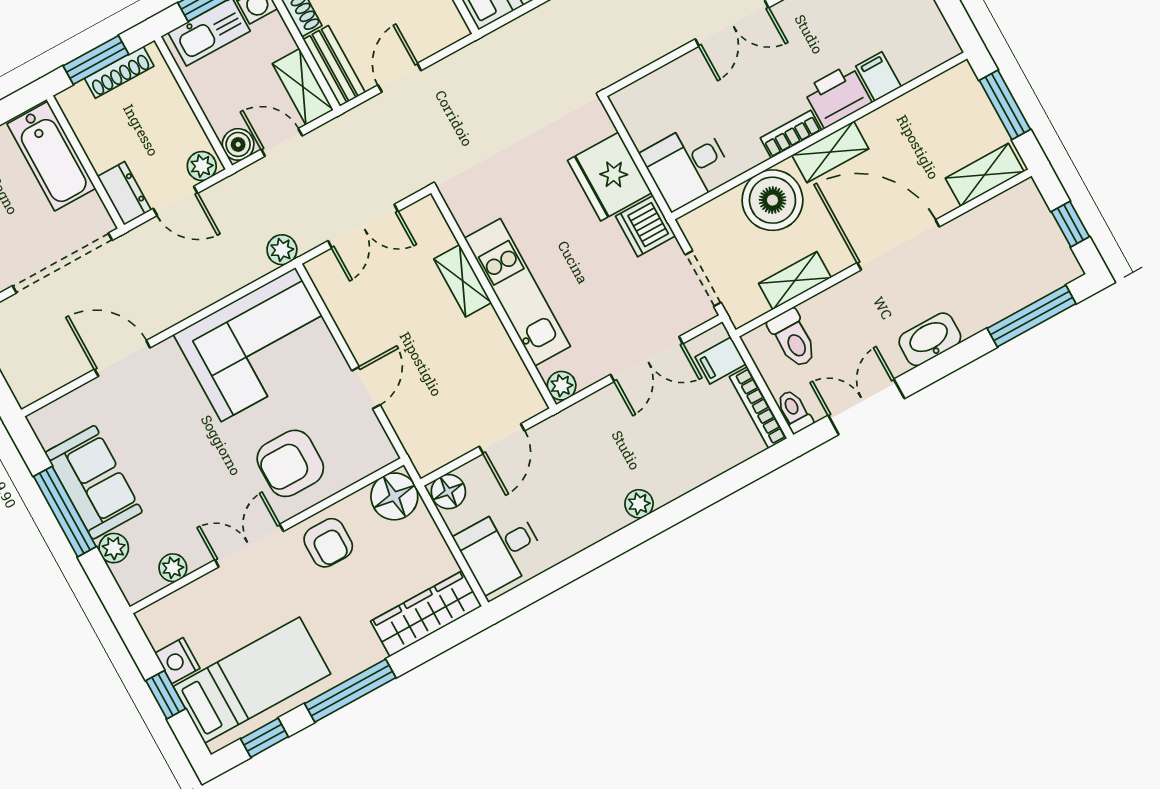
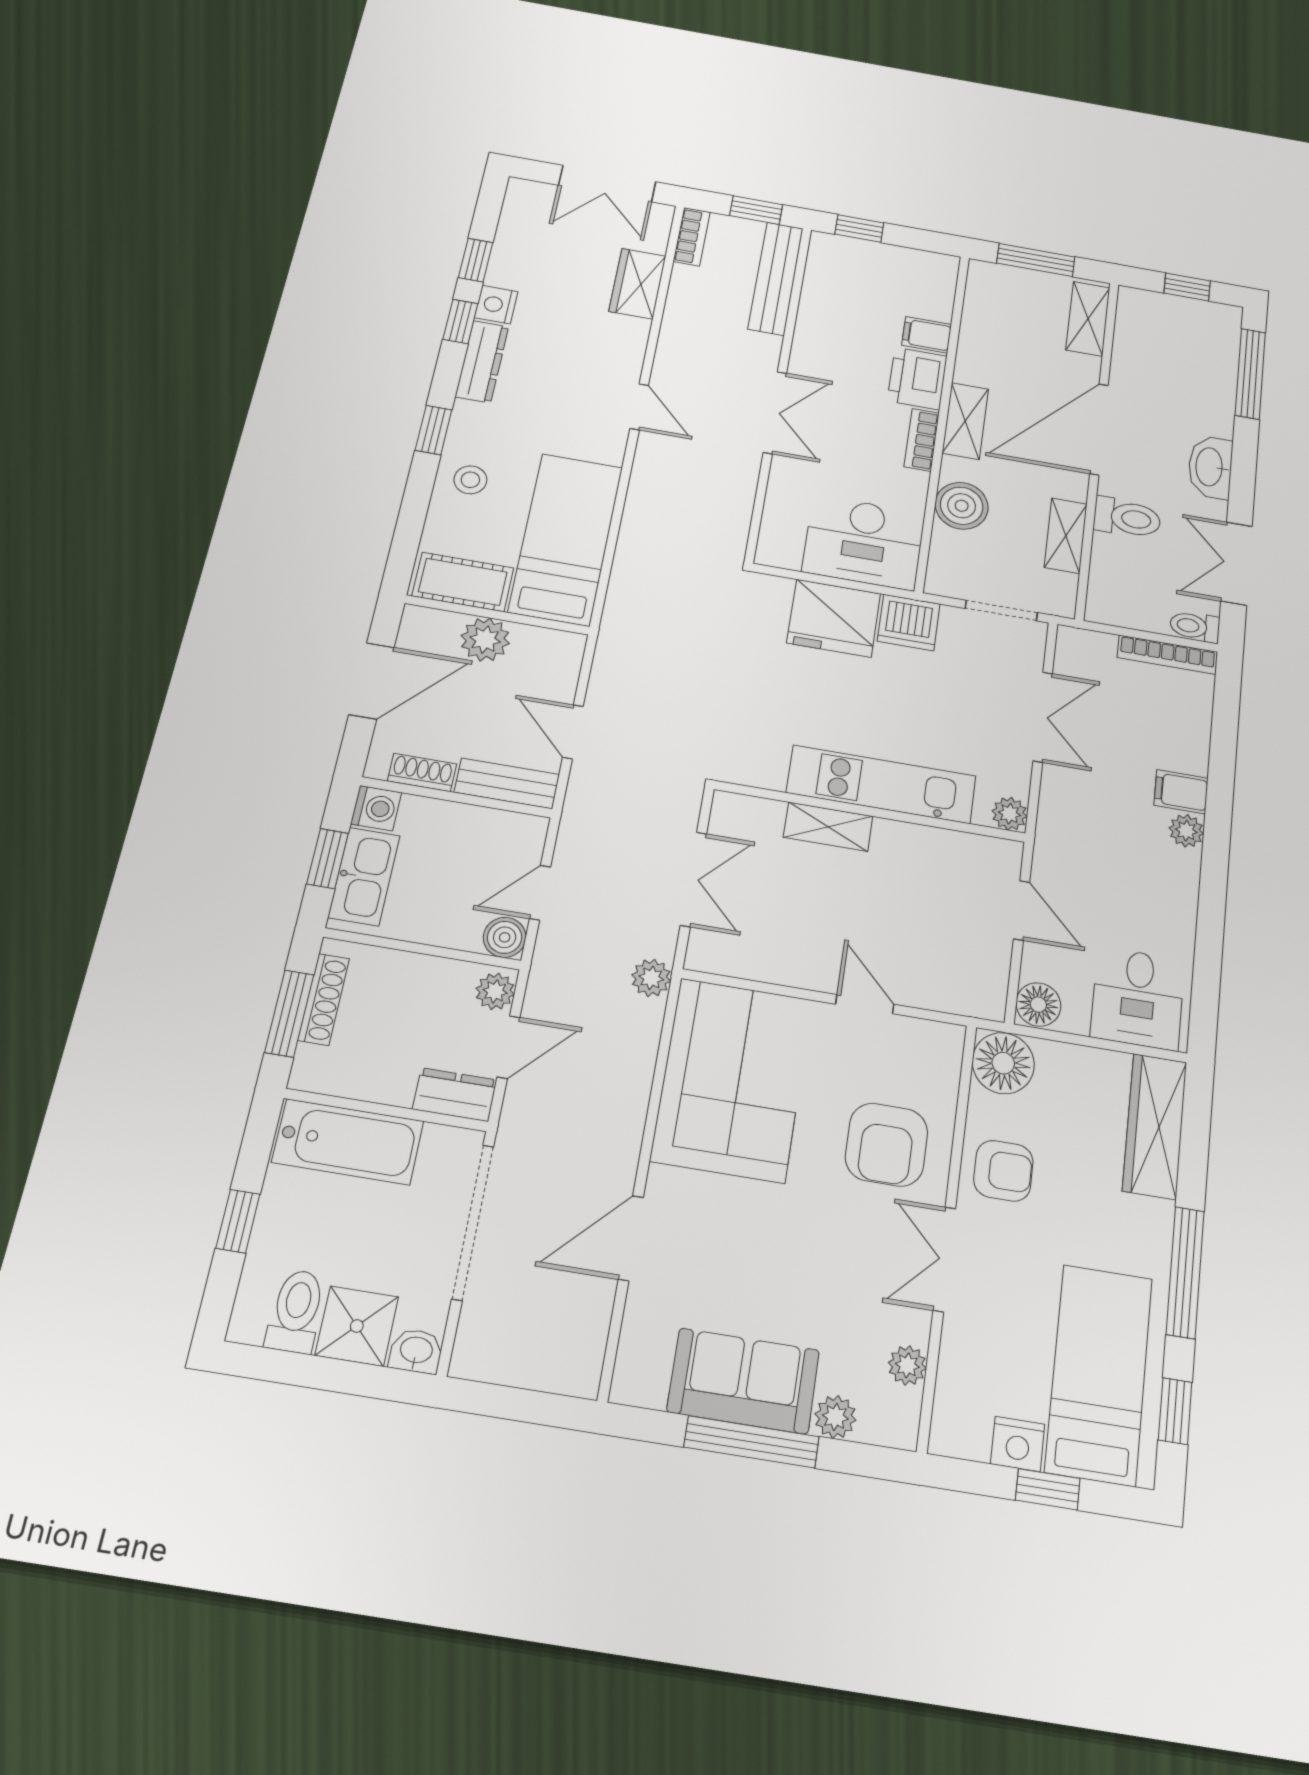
shelving: (303, 87) -> (501, 829), removed
desk: (687, 165) -> (864, 542), width x1.37
boiler: (772, 200) -> (962, 506), width x0.73, depth x0.73
toilet: (793, 338) -> (1127, 518), moved
filing cabinet: (721, 361) -> (1181, 792), moved, turned 90

